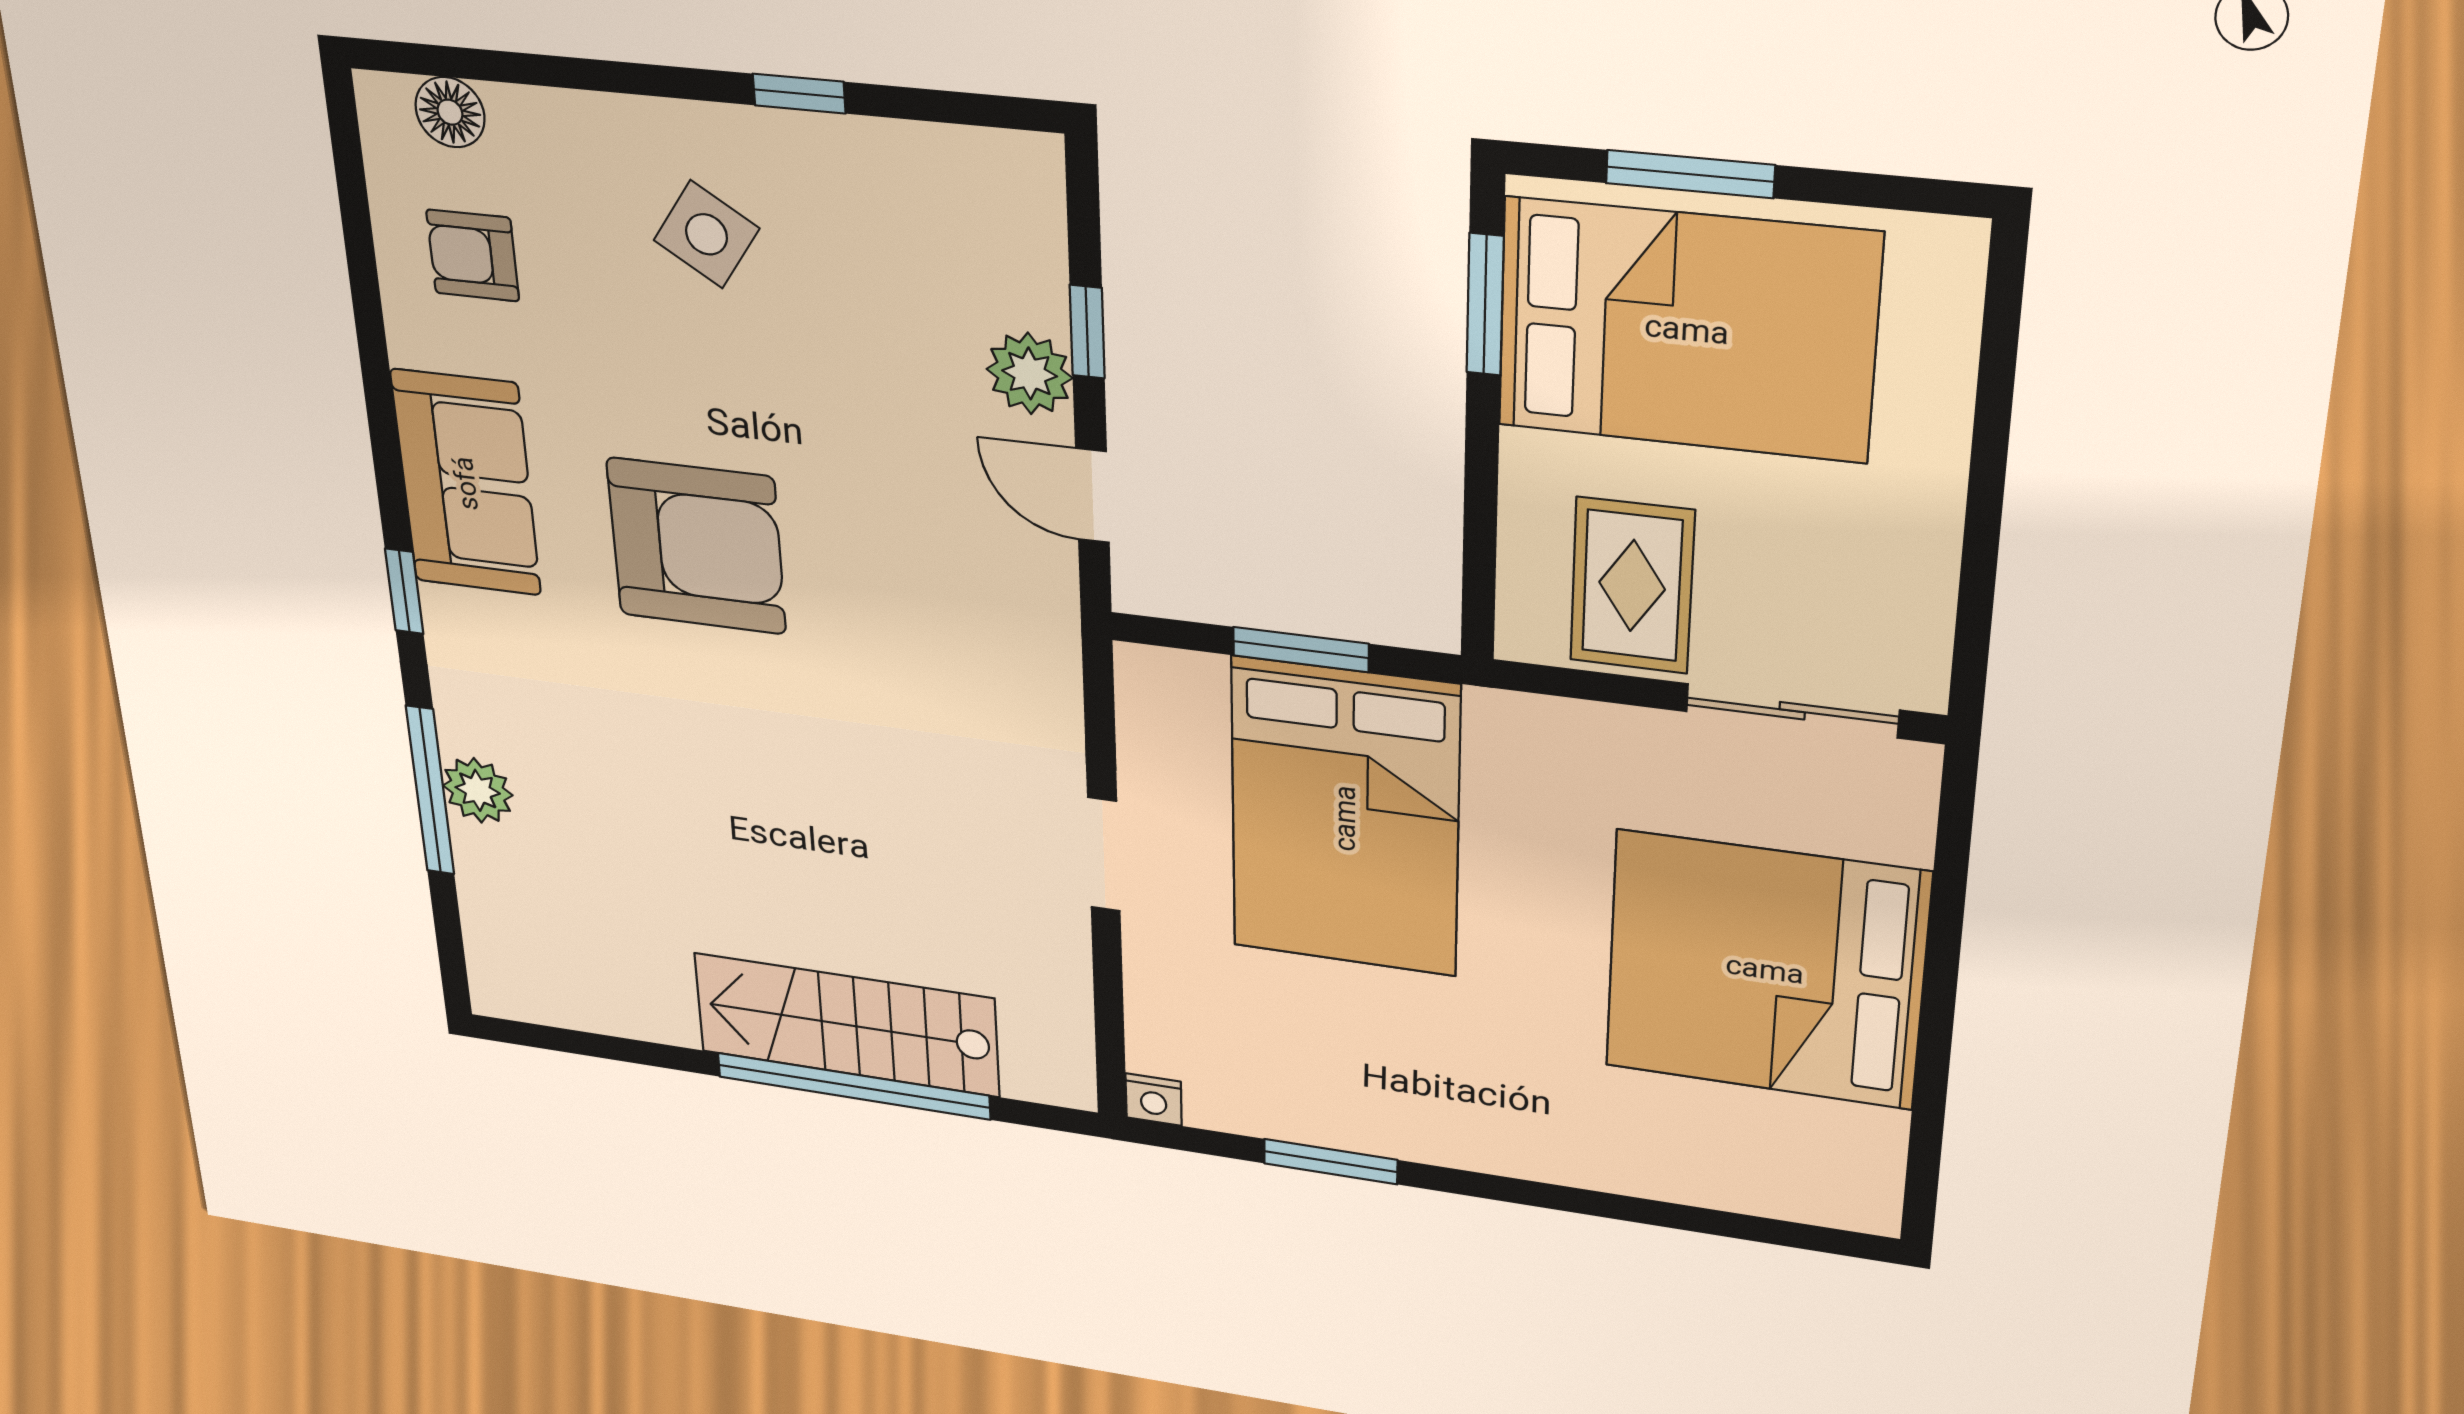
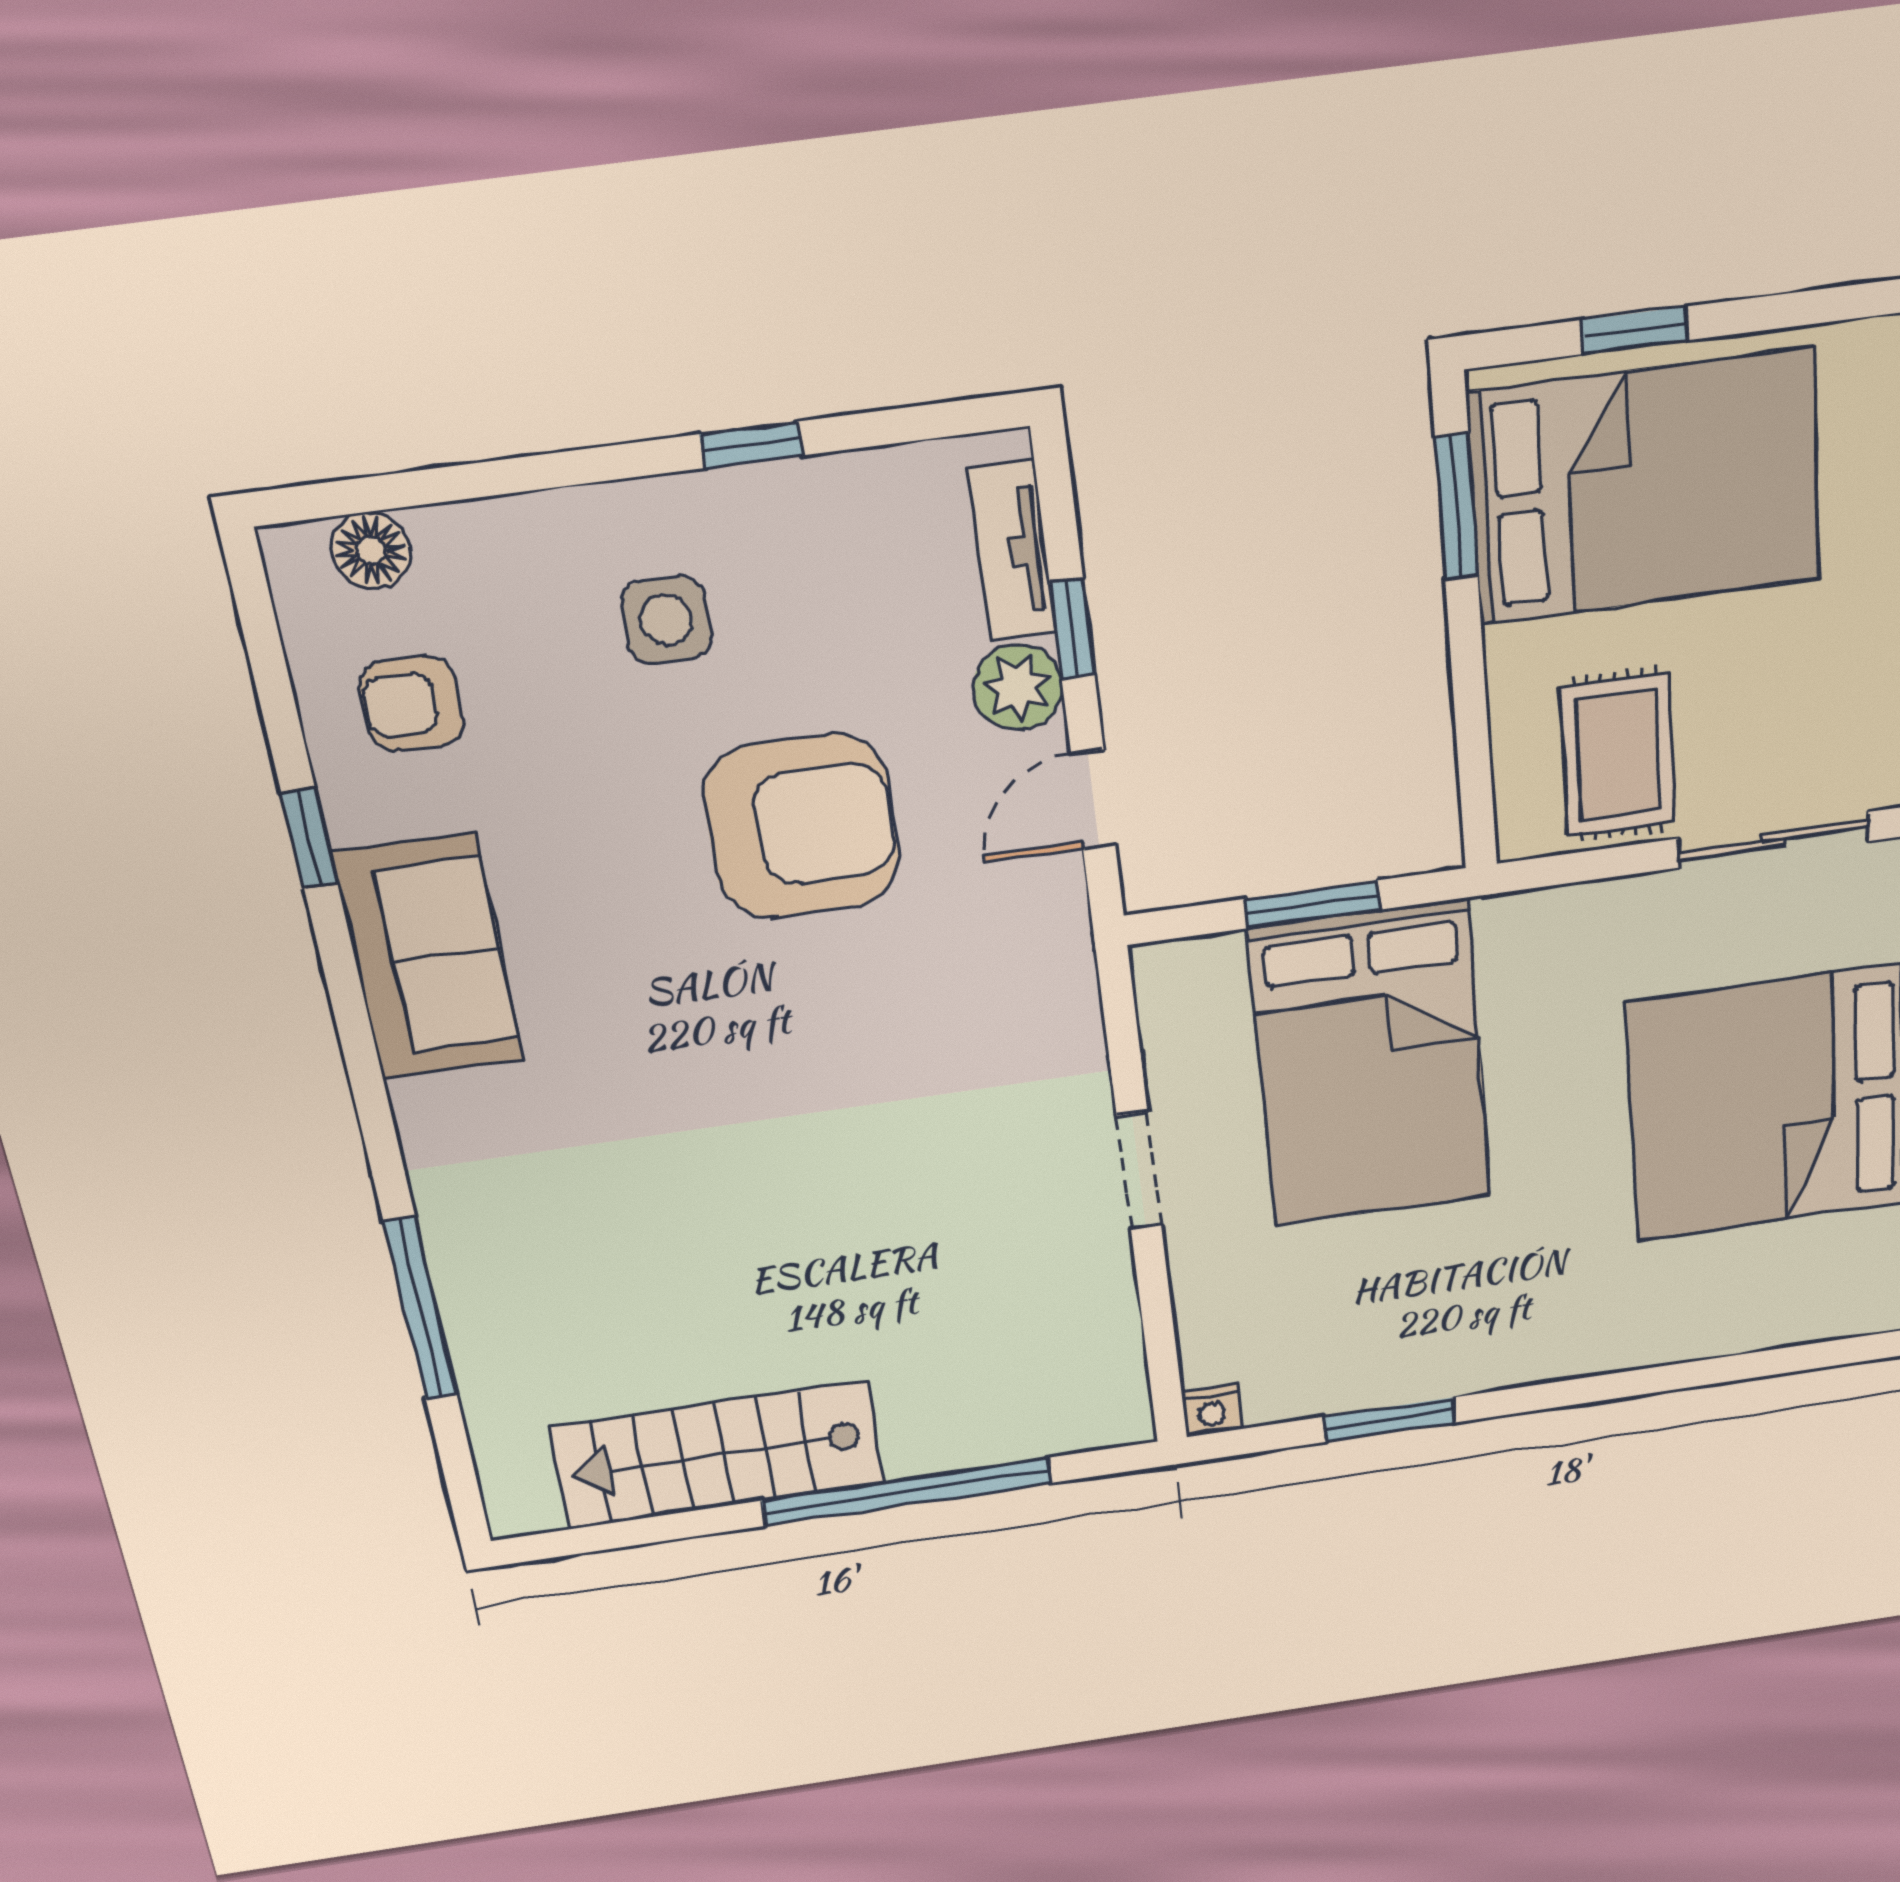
window: (1690, 174) -> (1635, 330), width x0.67
side table: (706, 234) -> (666, 620), turned -33
tv unit: (1036, 246) -> (1012, 551), added
door: (1092, 496) -> (1093, 799), hinge flipped
armchair: (696, 546) -> (802, 826), moved
window: (404, 591) -> (309, 839), moved
plant: (478, 790) -> (474, 1293), removed
stairs: (846, 1025) -> (718, 1455), moved

